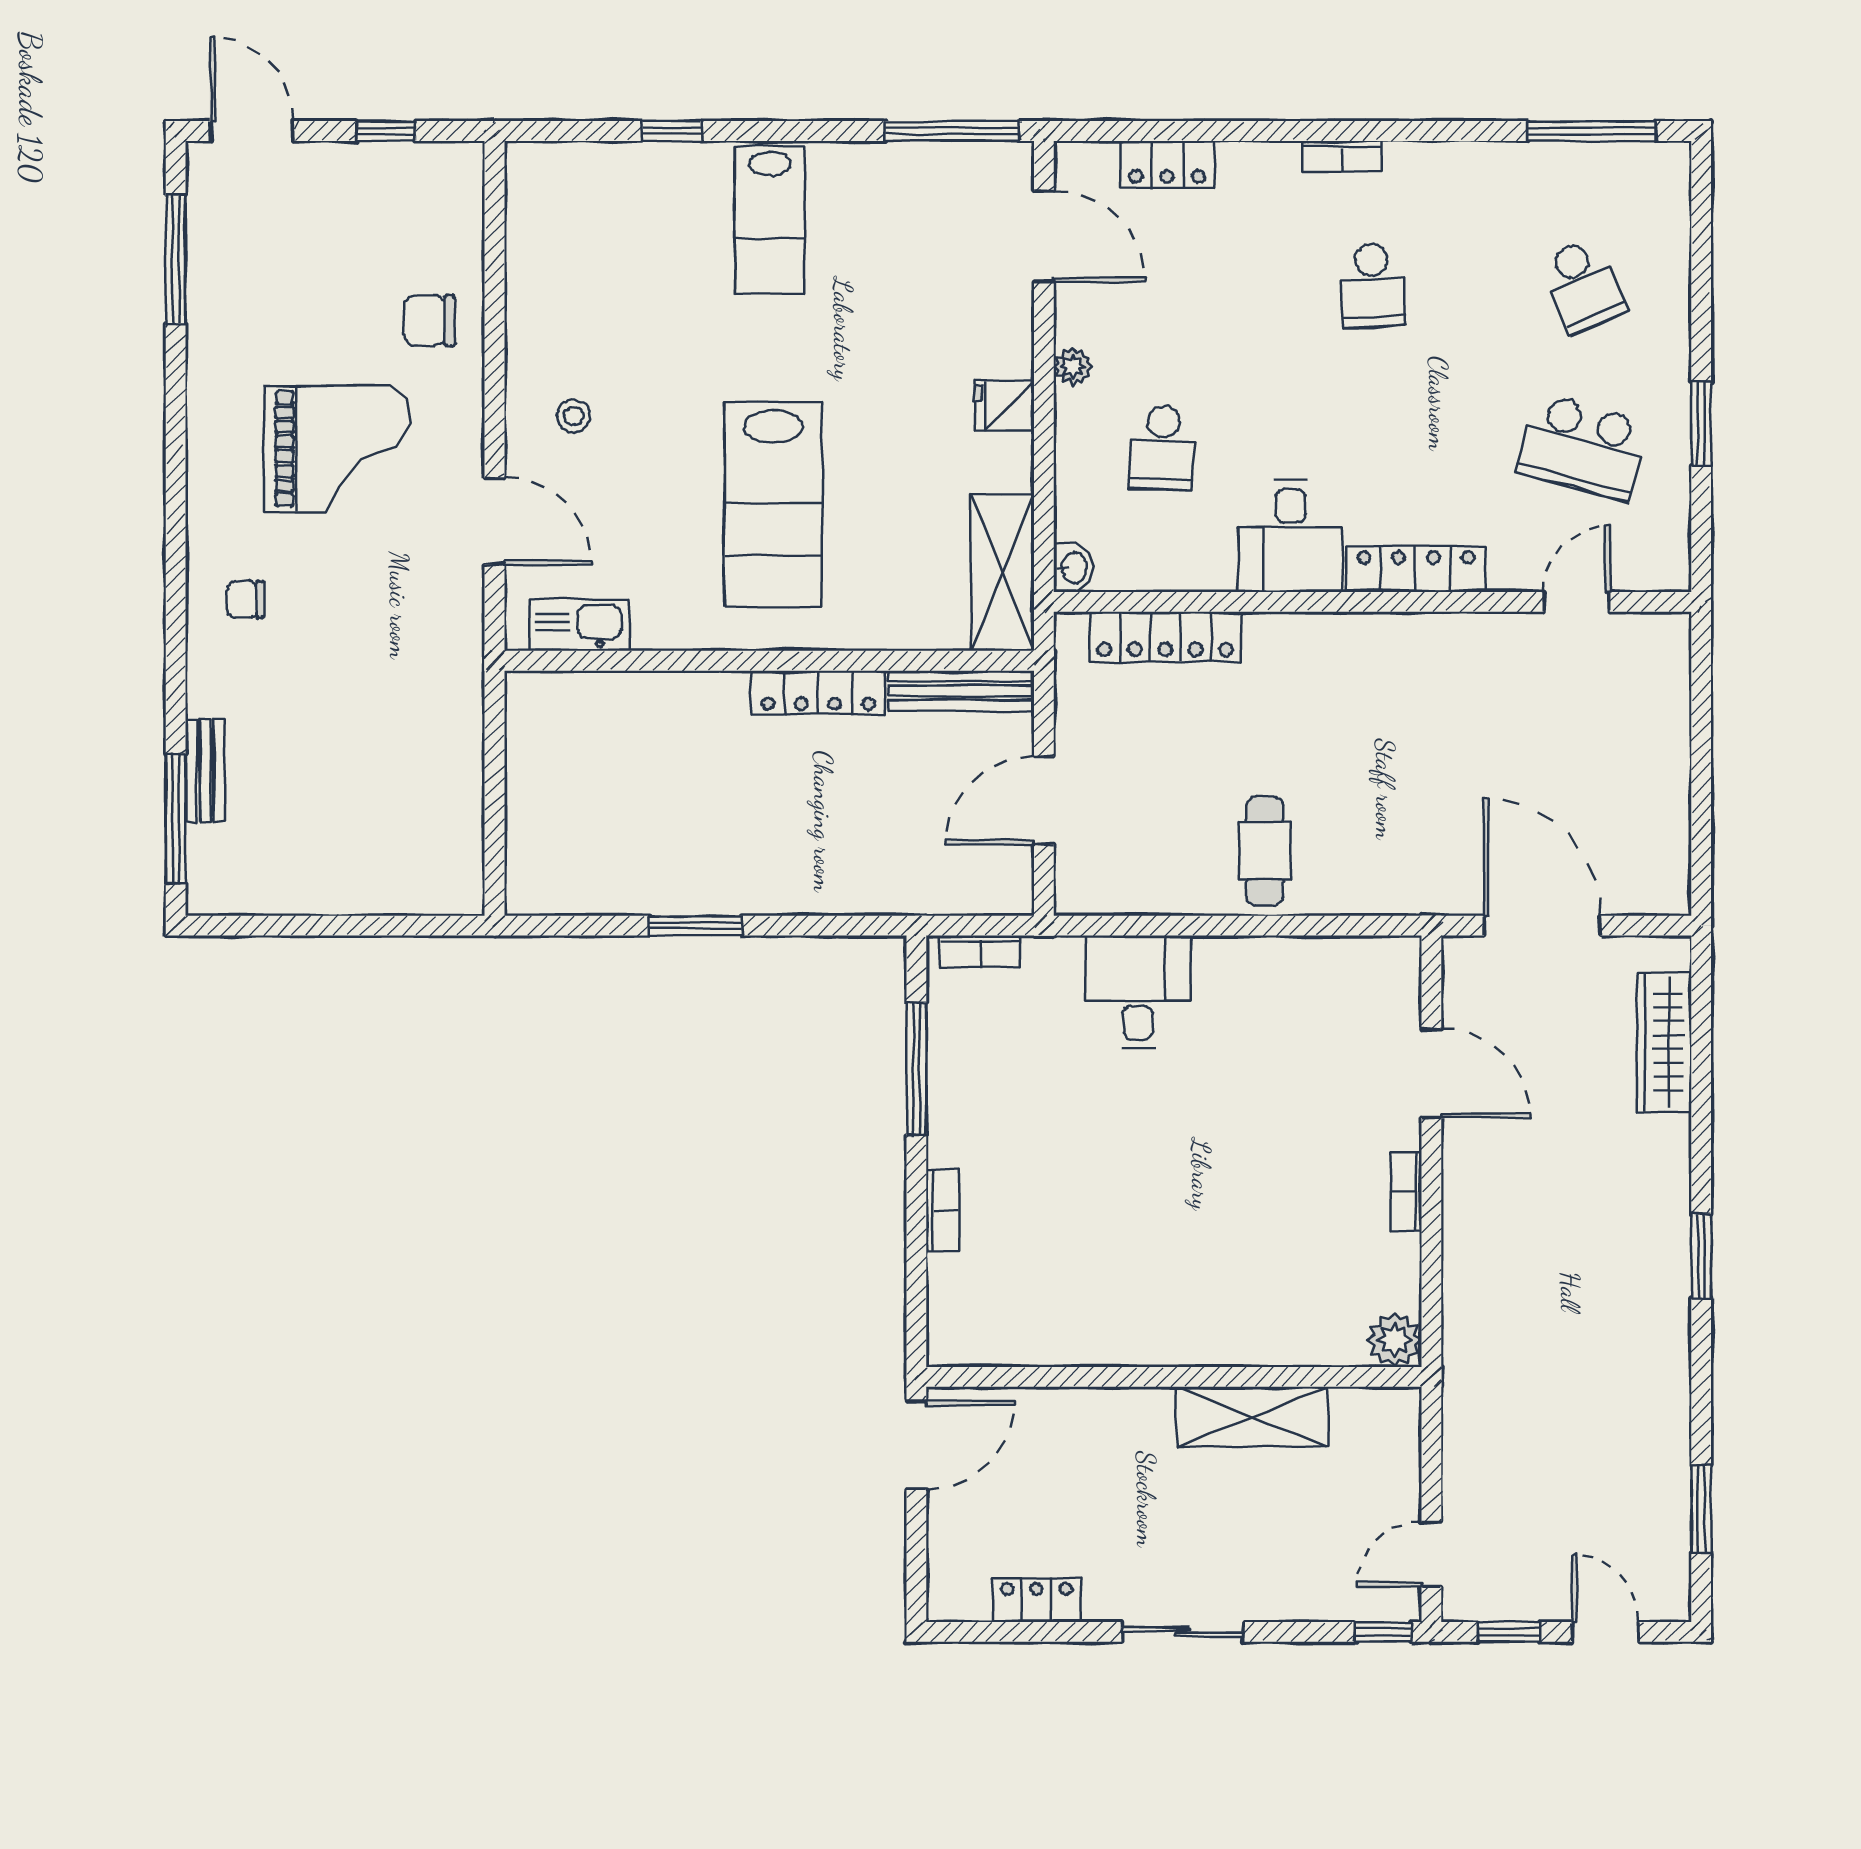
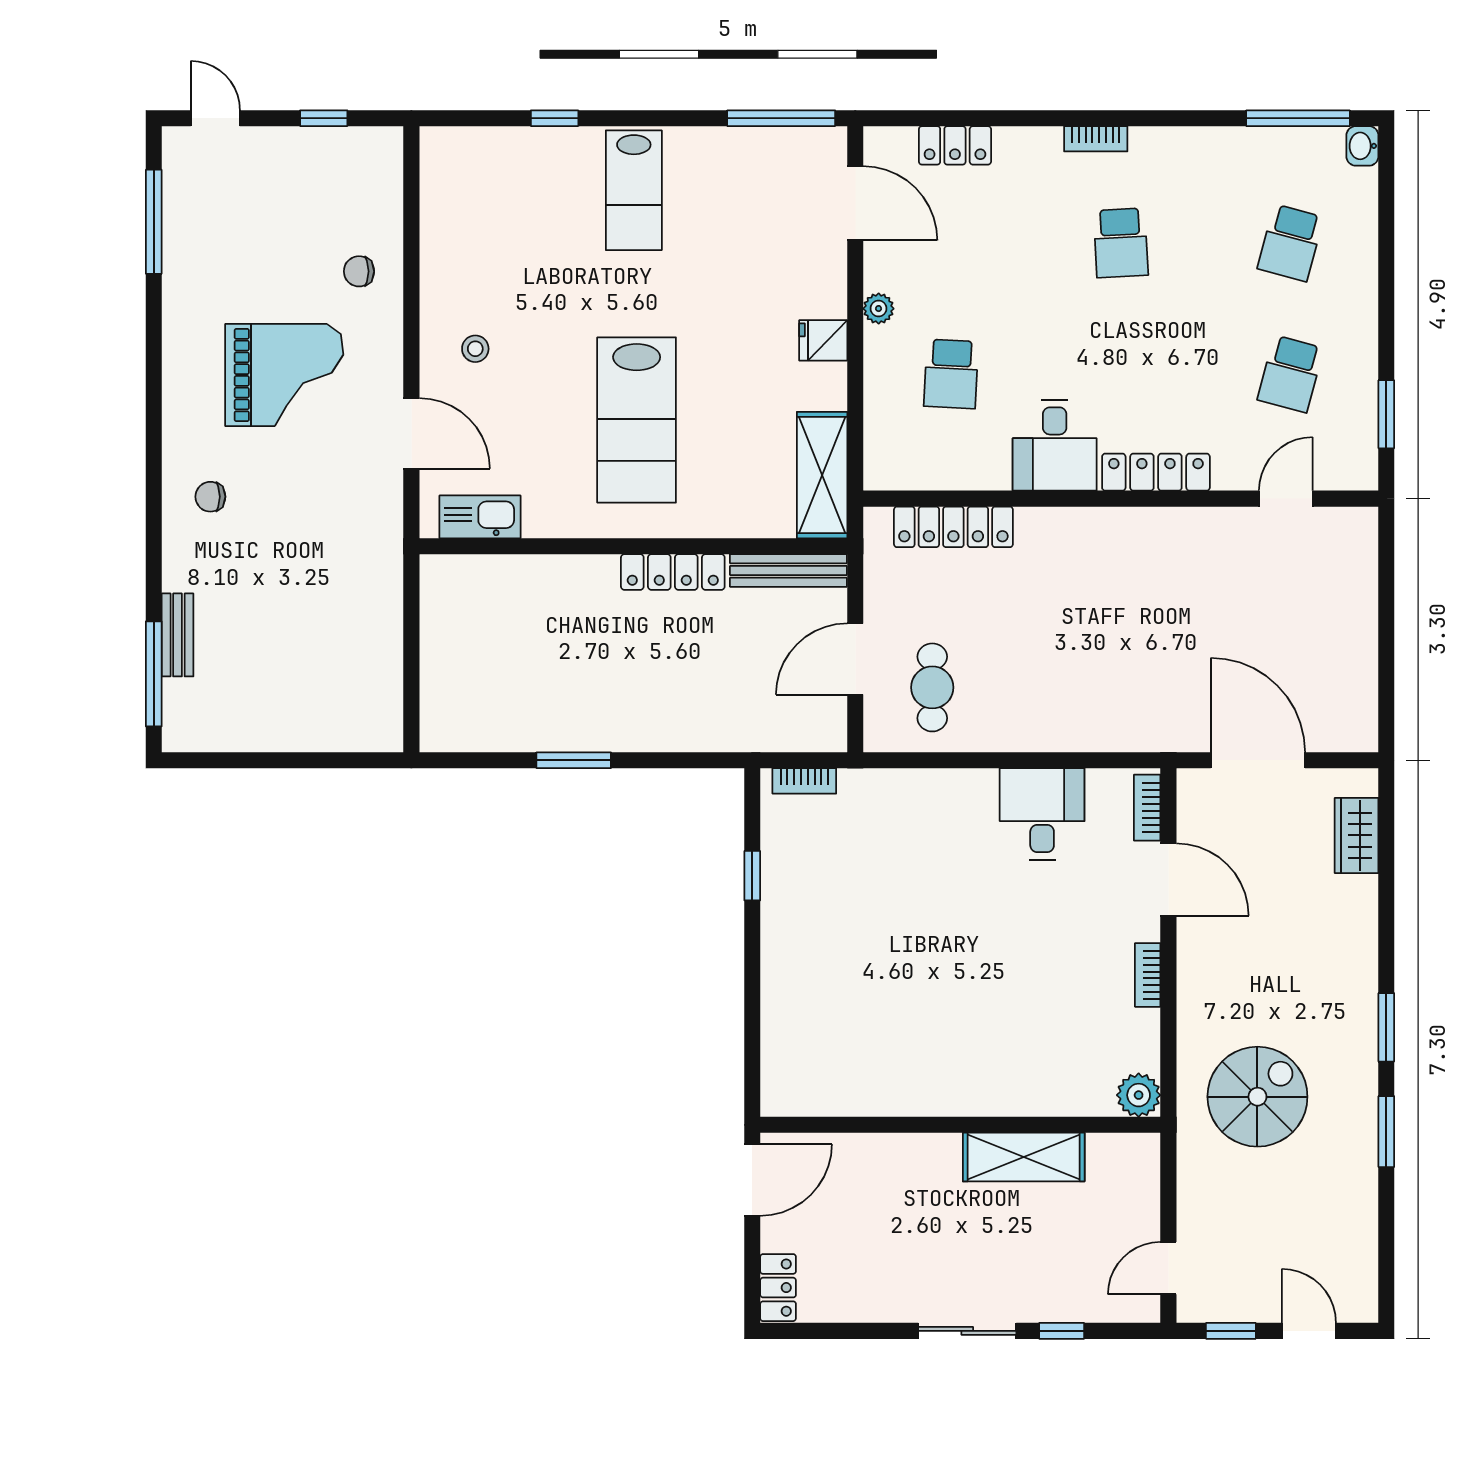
door: (252, 131) -> (215, 118), width x0.73
school desk: (1583, 285) -> (1290, 243), turned 39
chair: (430, 321) -> (359, 271), width x0.73, depth x0.73
window: (1701, 424) -> (1386, 414), moved
school desk: (1583, 448) -> (1290, 374), width x0.54
washbasin: (1074, 568) -> (1362, 146), moved, turned 180
cafe table: (1265, 851) -> (932, 687), moved
desk: (1138, 992) -> (1042, 814), moved
wardrobe: (1664, 1042) -> (1357, 835), width x0.67
window: (916, 1069) -> (752, 876), width x0.46
bookcase: (943, 1210) -> (1147, 808), moved, turned 180
spiral stairs: (1542, 1342) -> (1257, 1097), added
window: (1701, 1509) -> (1386, 1132), moved
locker: (1036, 1600) -> (778, 1288), moved, turned 90
window: (1383, 1632) -> (1062, 1331), moved

